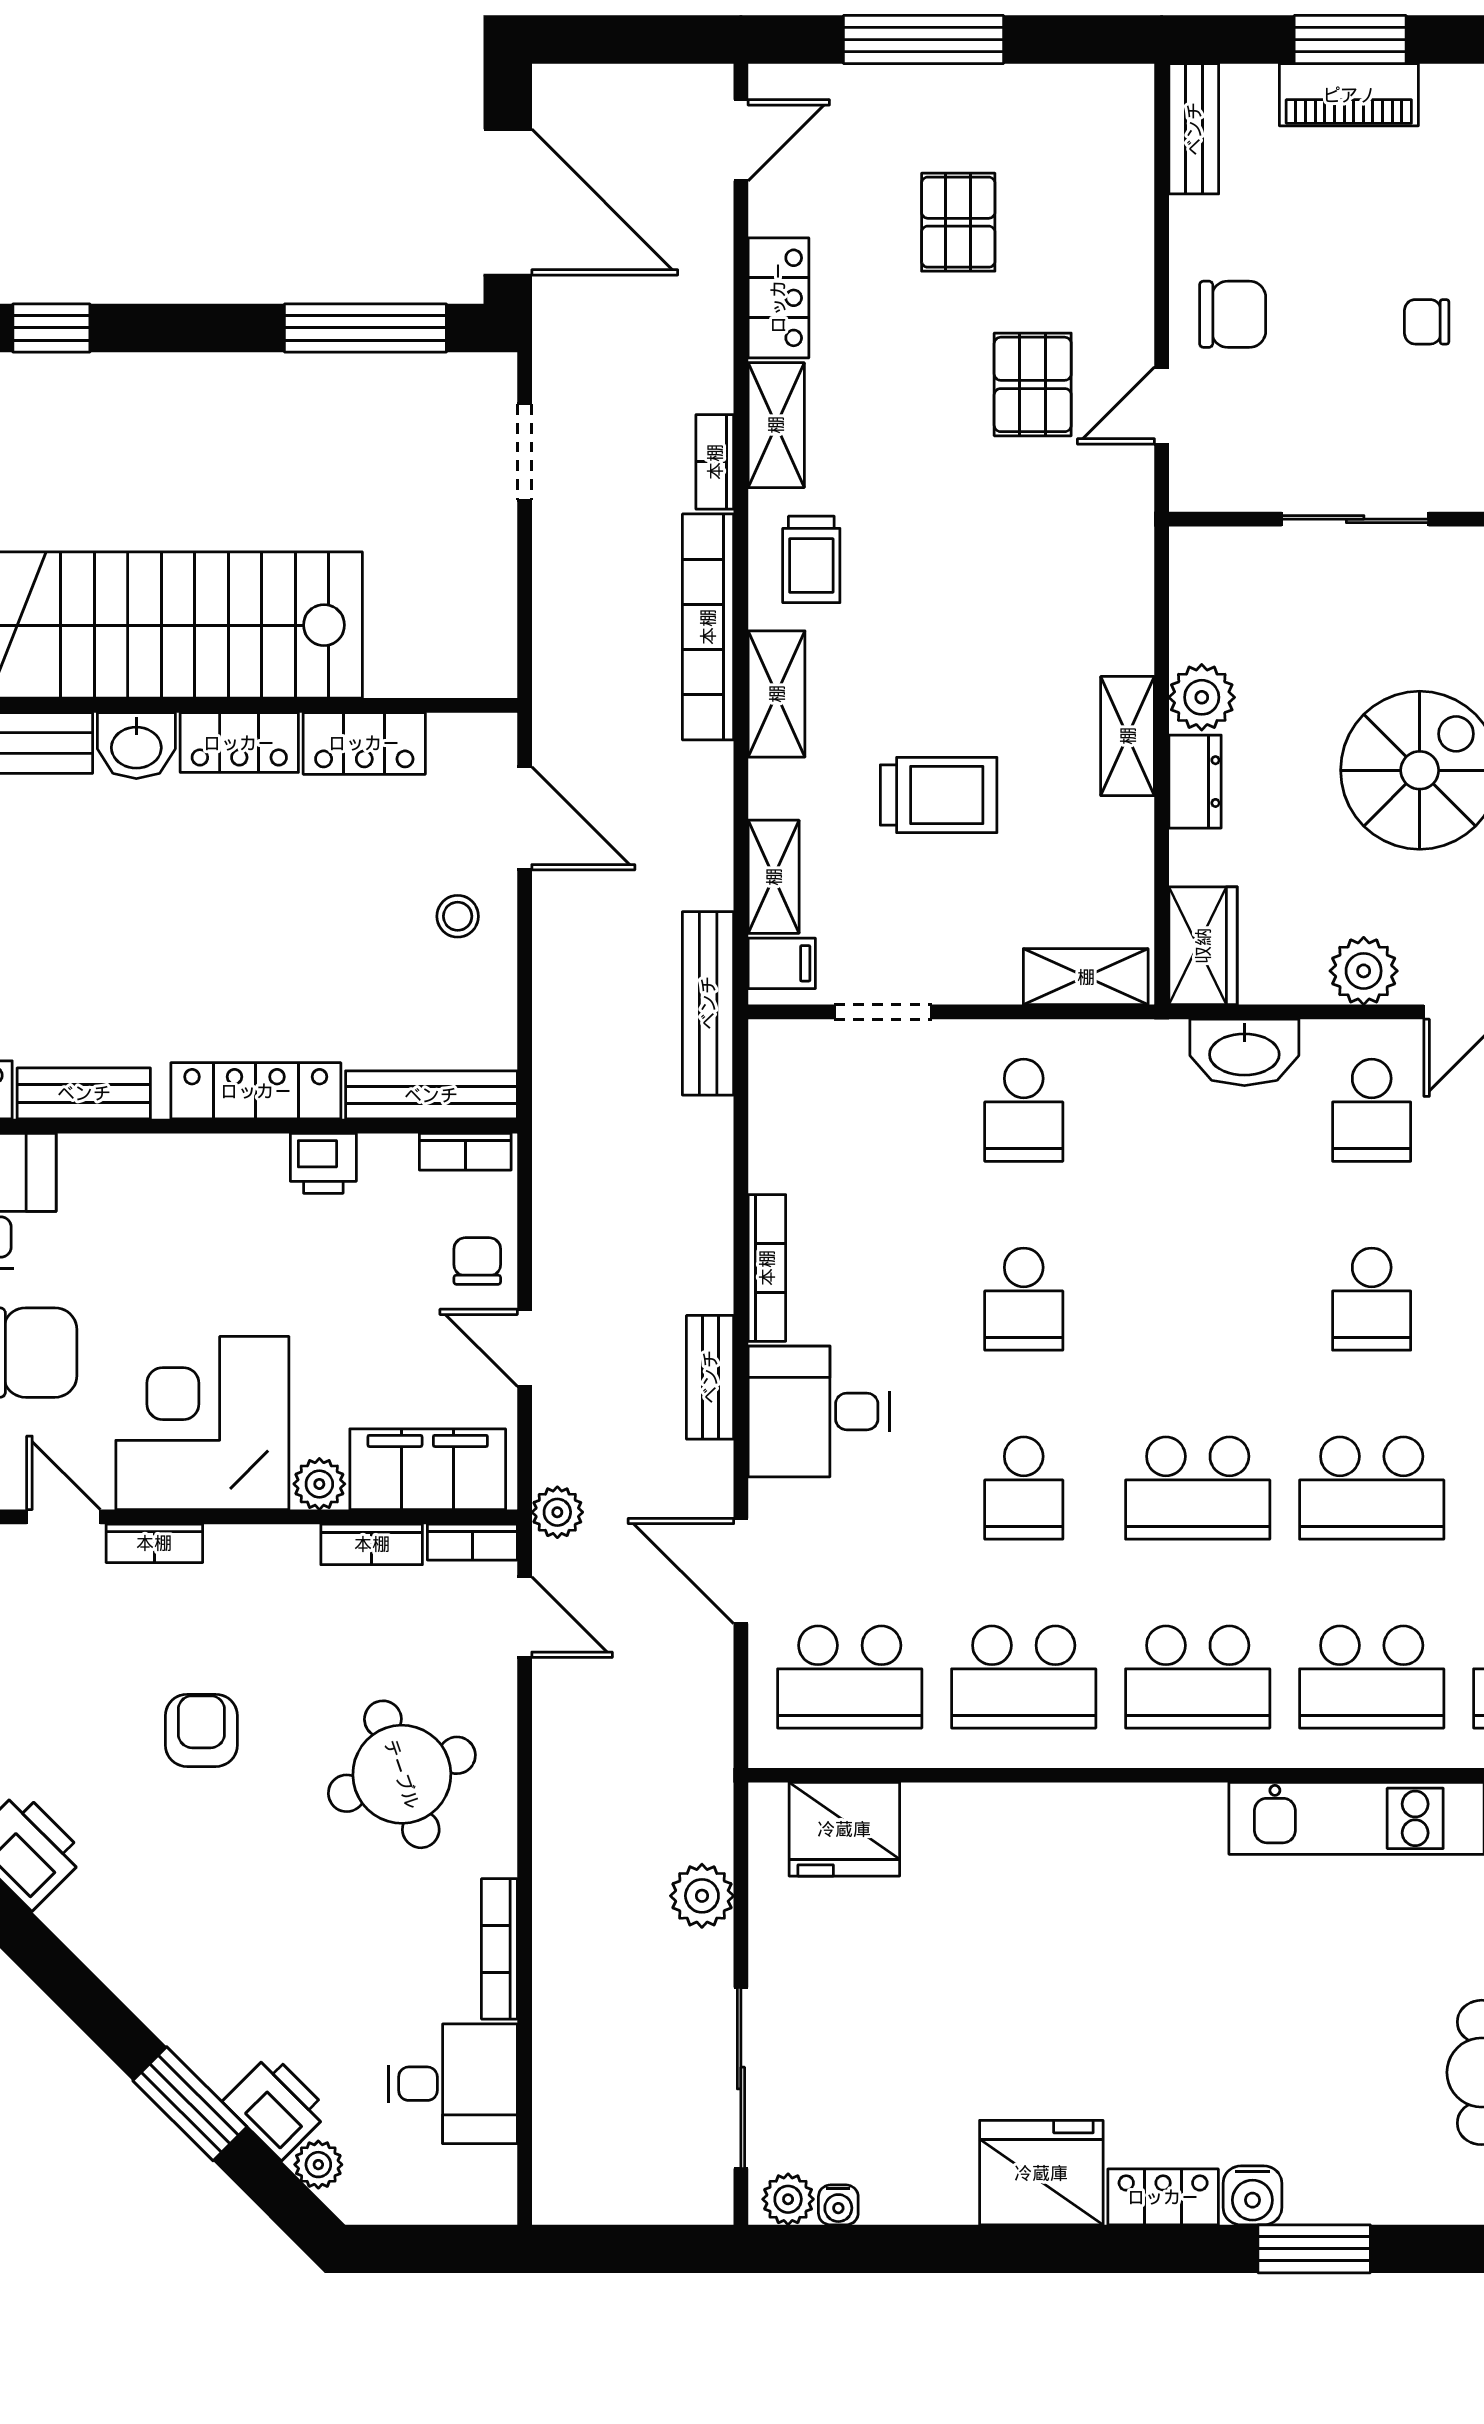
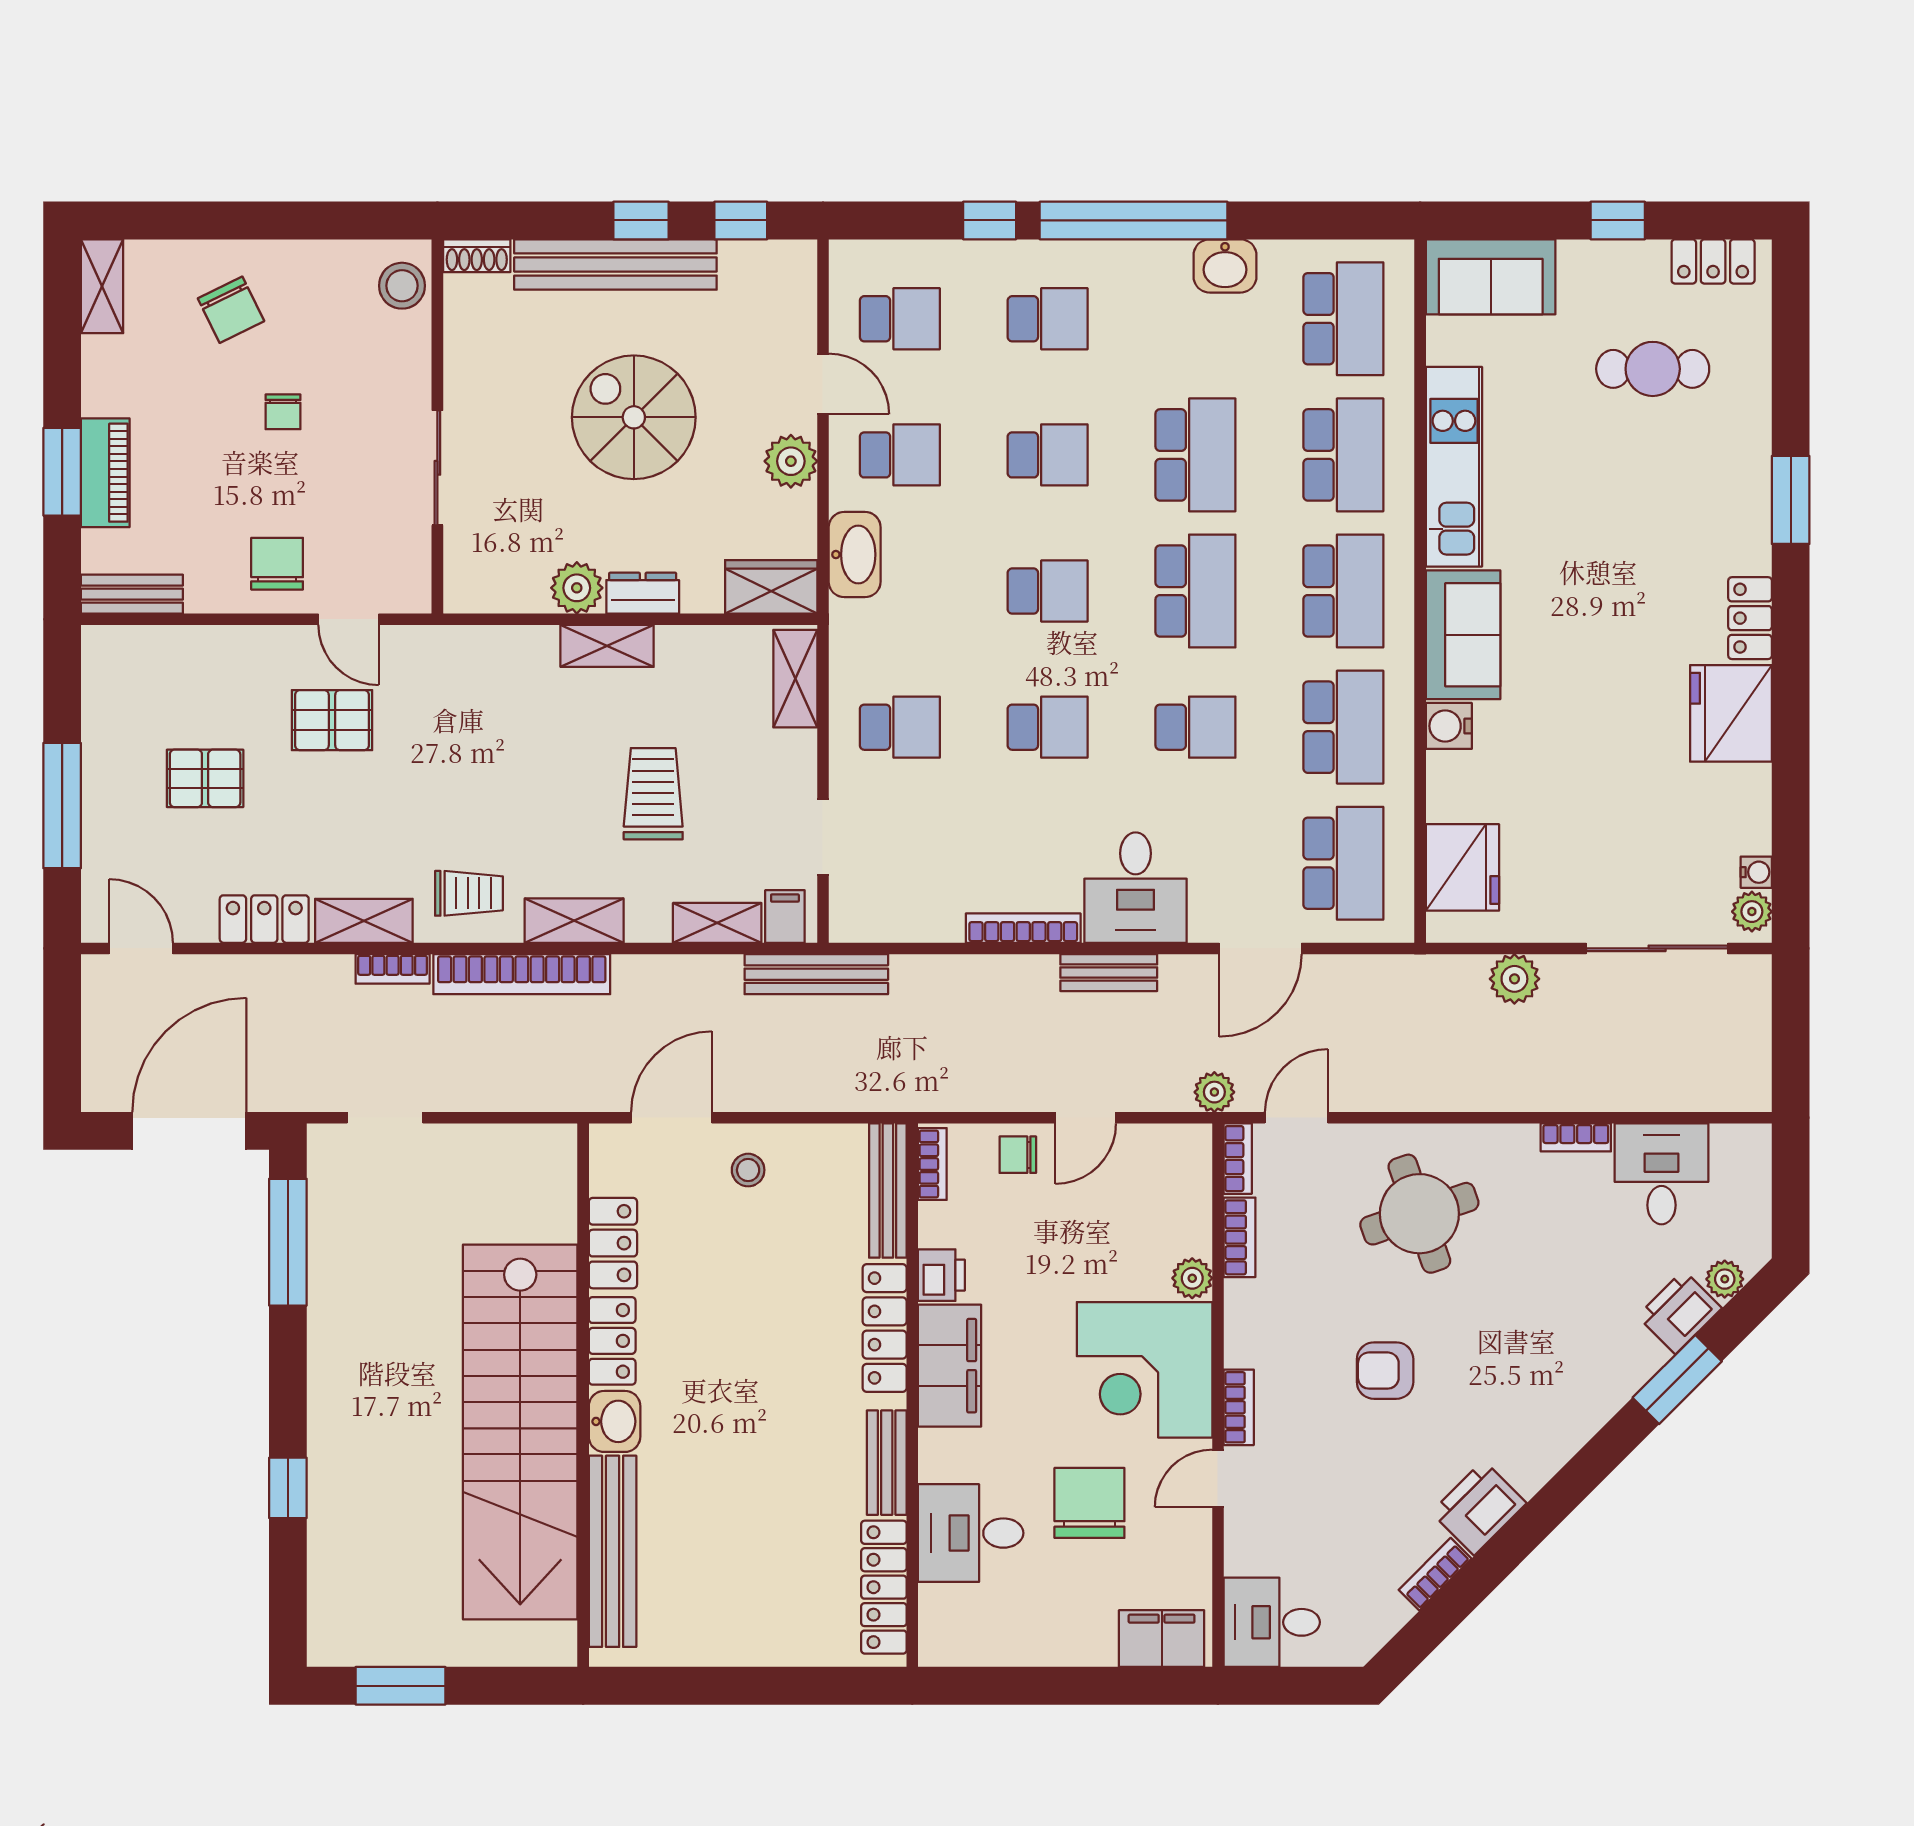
school desk: (1198, 1299) -> (1048, 591), added
filing cabinet: (428, 1469) -> (950, 1366), moved, turned 180
sofa: (1142, 1830) -> (1463, 635), added
bookcase: (499, 1949) -> (1576, 1137), width x0.64
water cooler: (1252, 2195) -> (1449, 726), moved, turned 180

